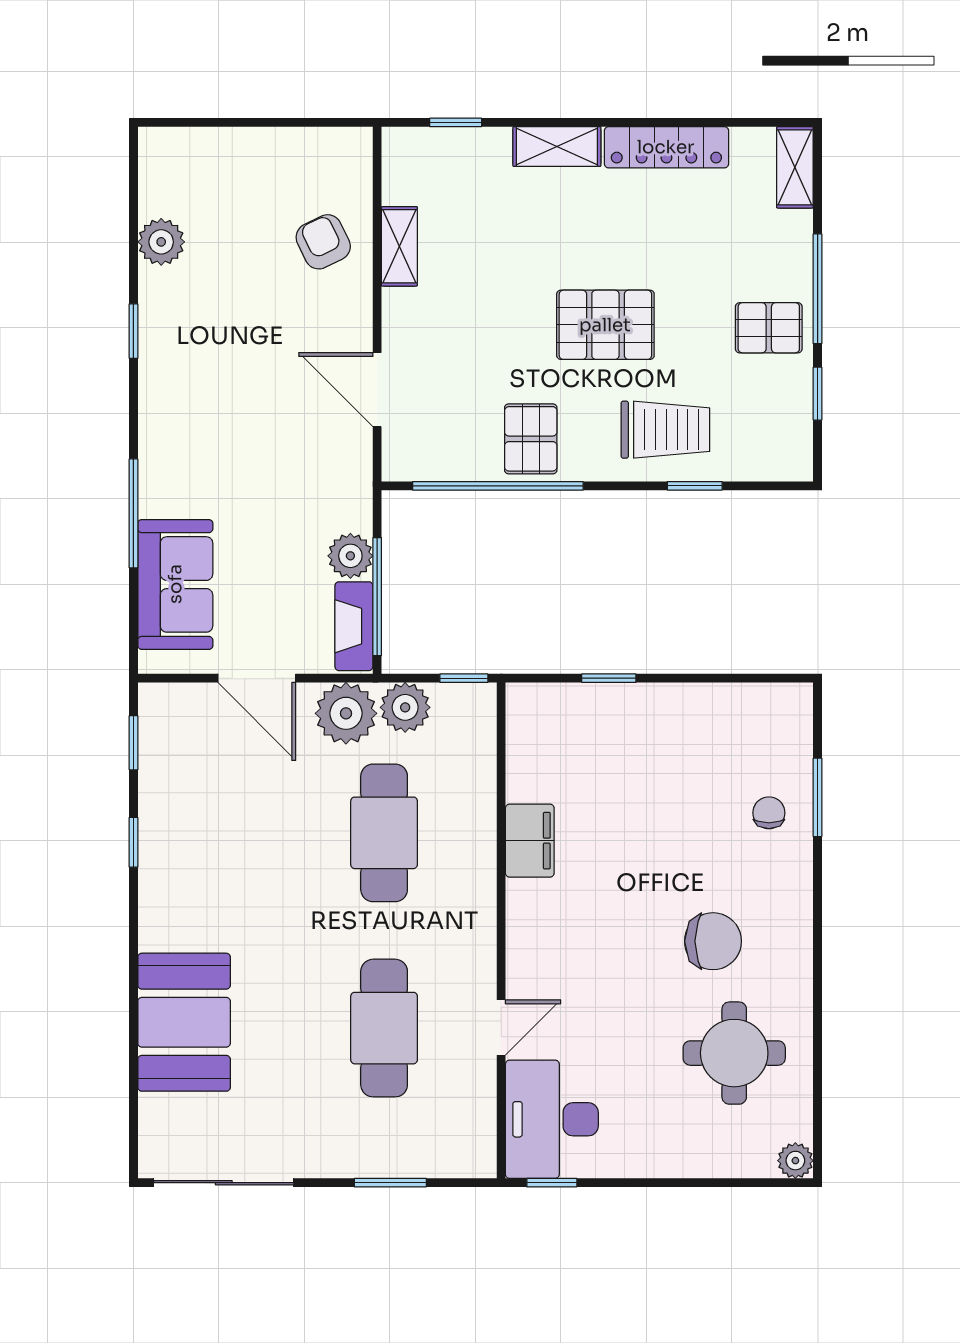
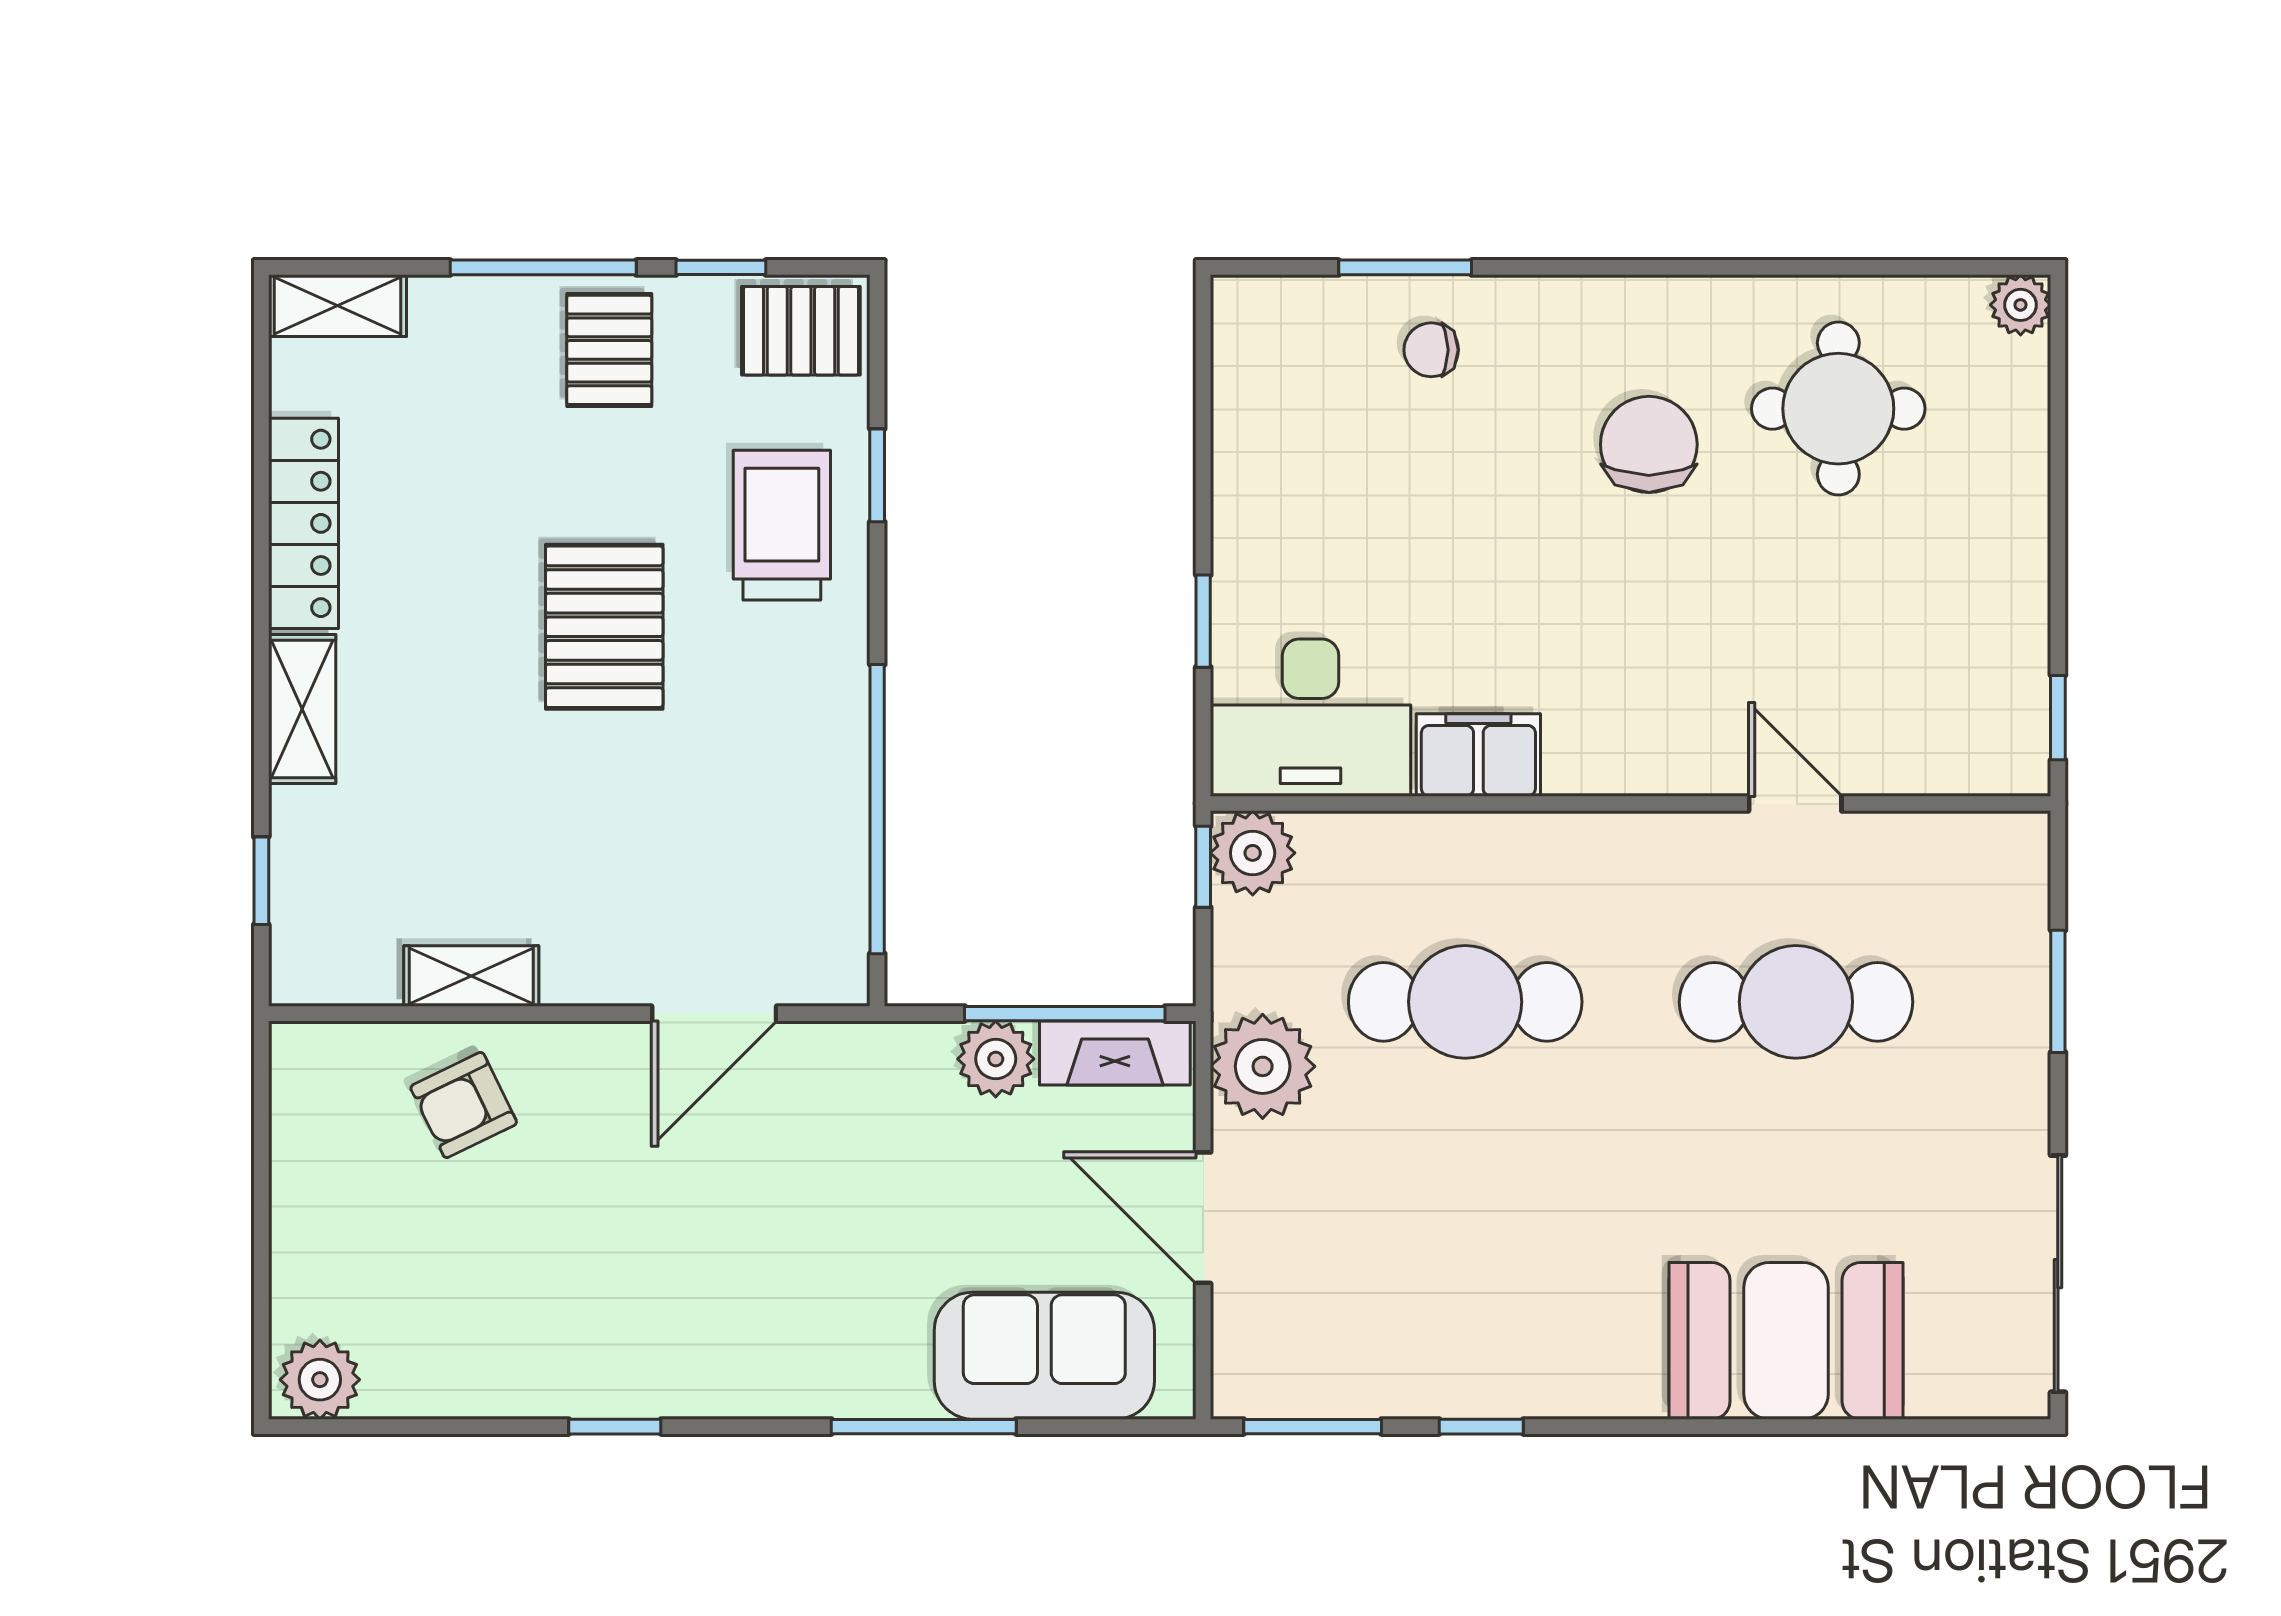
plant: (161, 242) -> (320, 1380), moved
pallet: (531, 439) -> (801, 331), moved
door: (257, 678) -> (1203, 1218), swing flipped
plant: (405, 707) -> (1253, 853), moved
window: (133, 743) -> (1313, 1427), width x1.50
desk: (552, 1119) -> (1311, 718), moved

